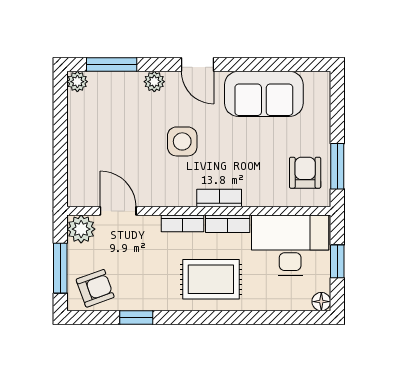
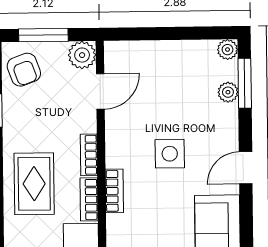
plant: (154, 82) -> (228, 92), moved

